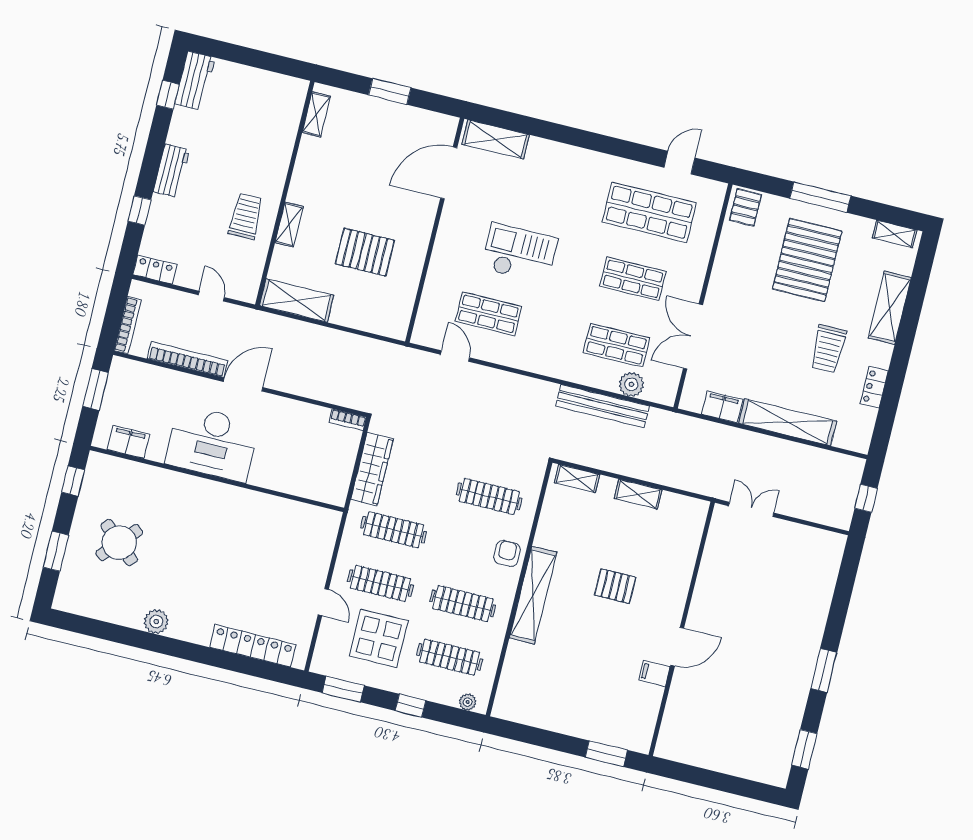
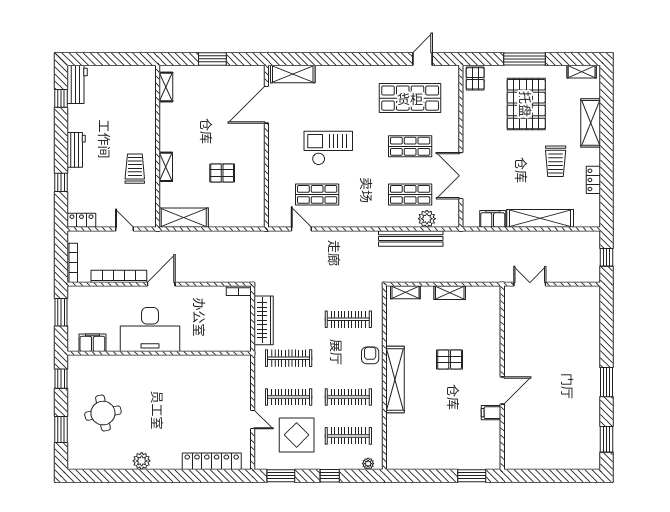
pallet: (365, 252) -> (222, 173), width x0.67, depth x0.71
round table: (119, 543) -> (103, 413), turned 37

